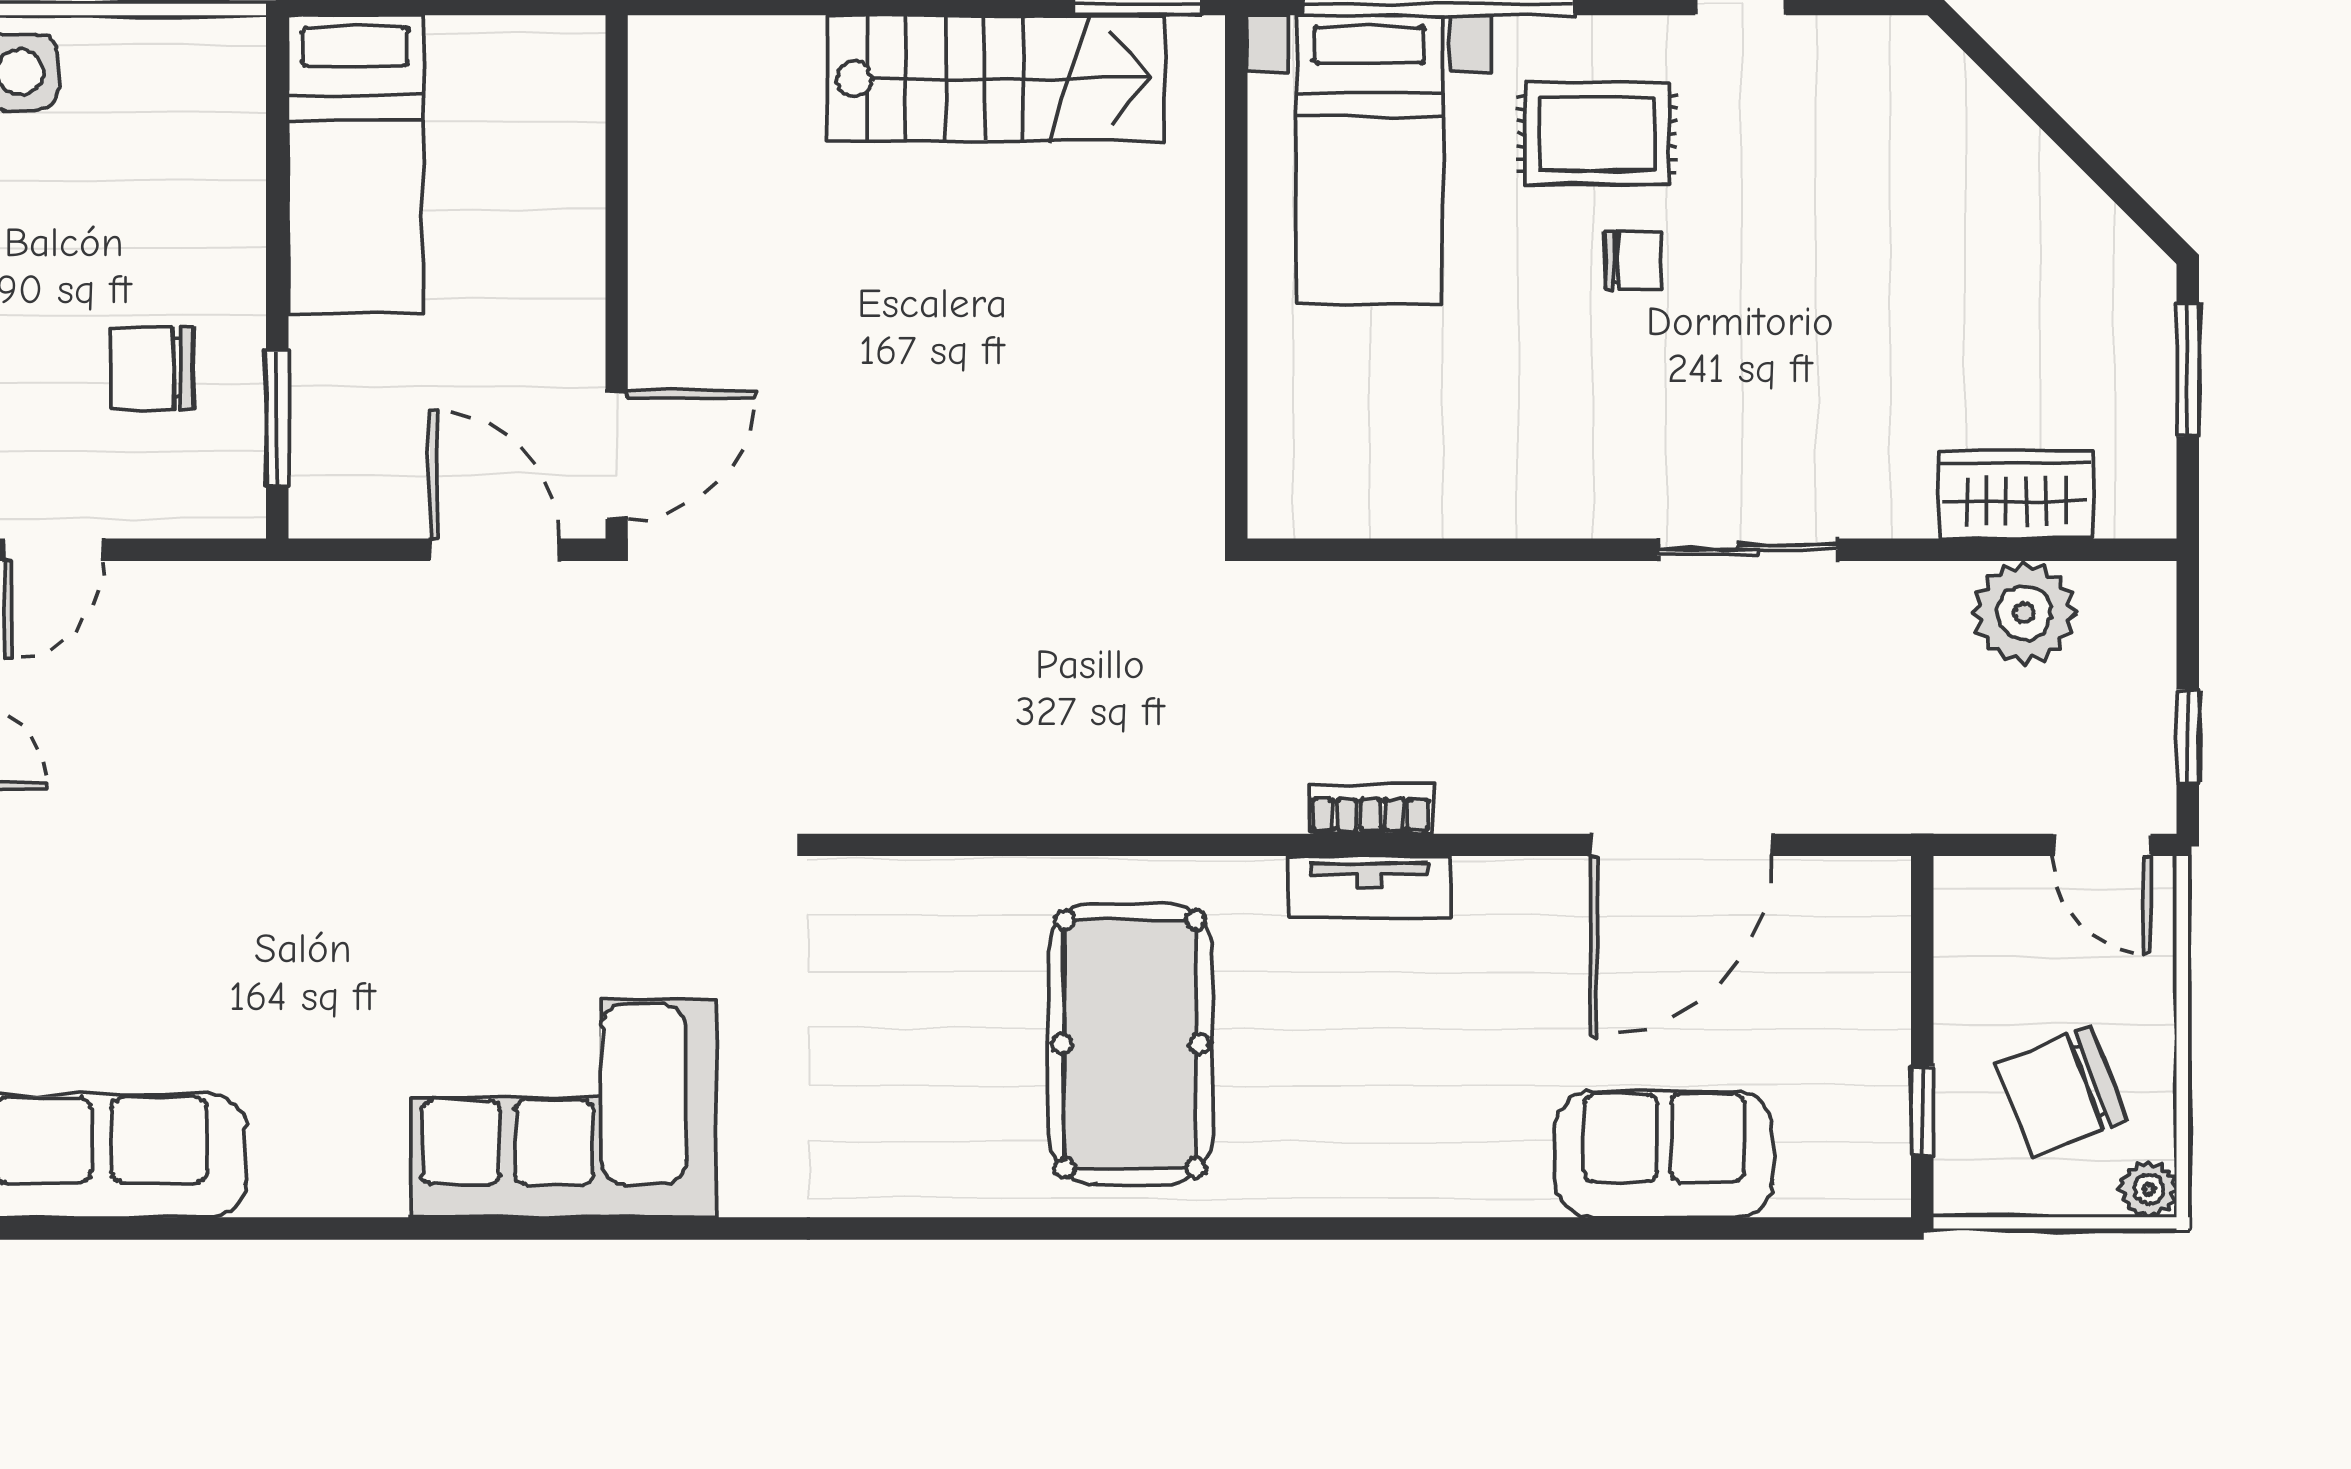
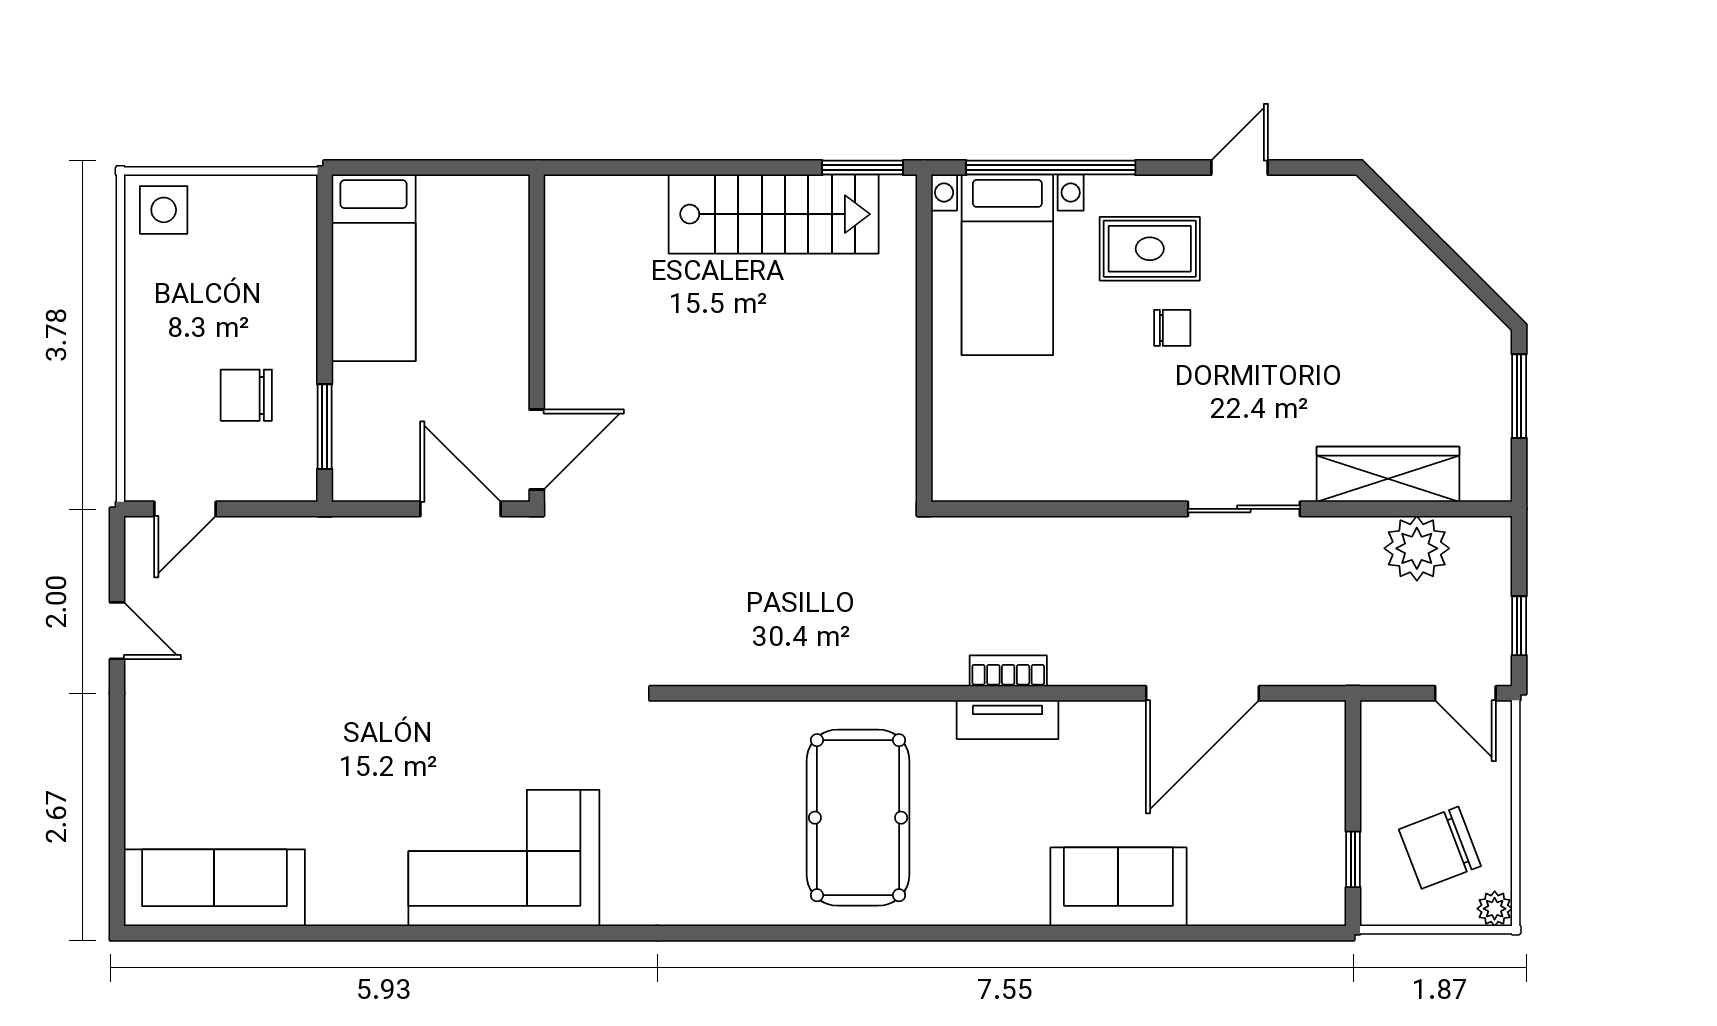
wardrobe: (2016, 495) -> (1388, 474), width x1.50
sofa: (1664, 1154) -> (1118, 887), moved

